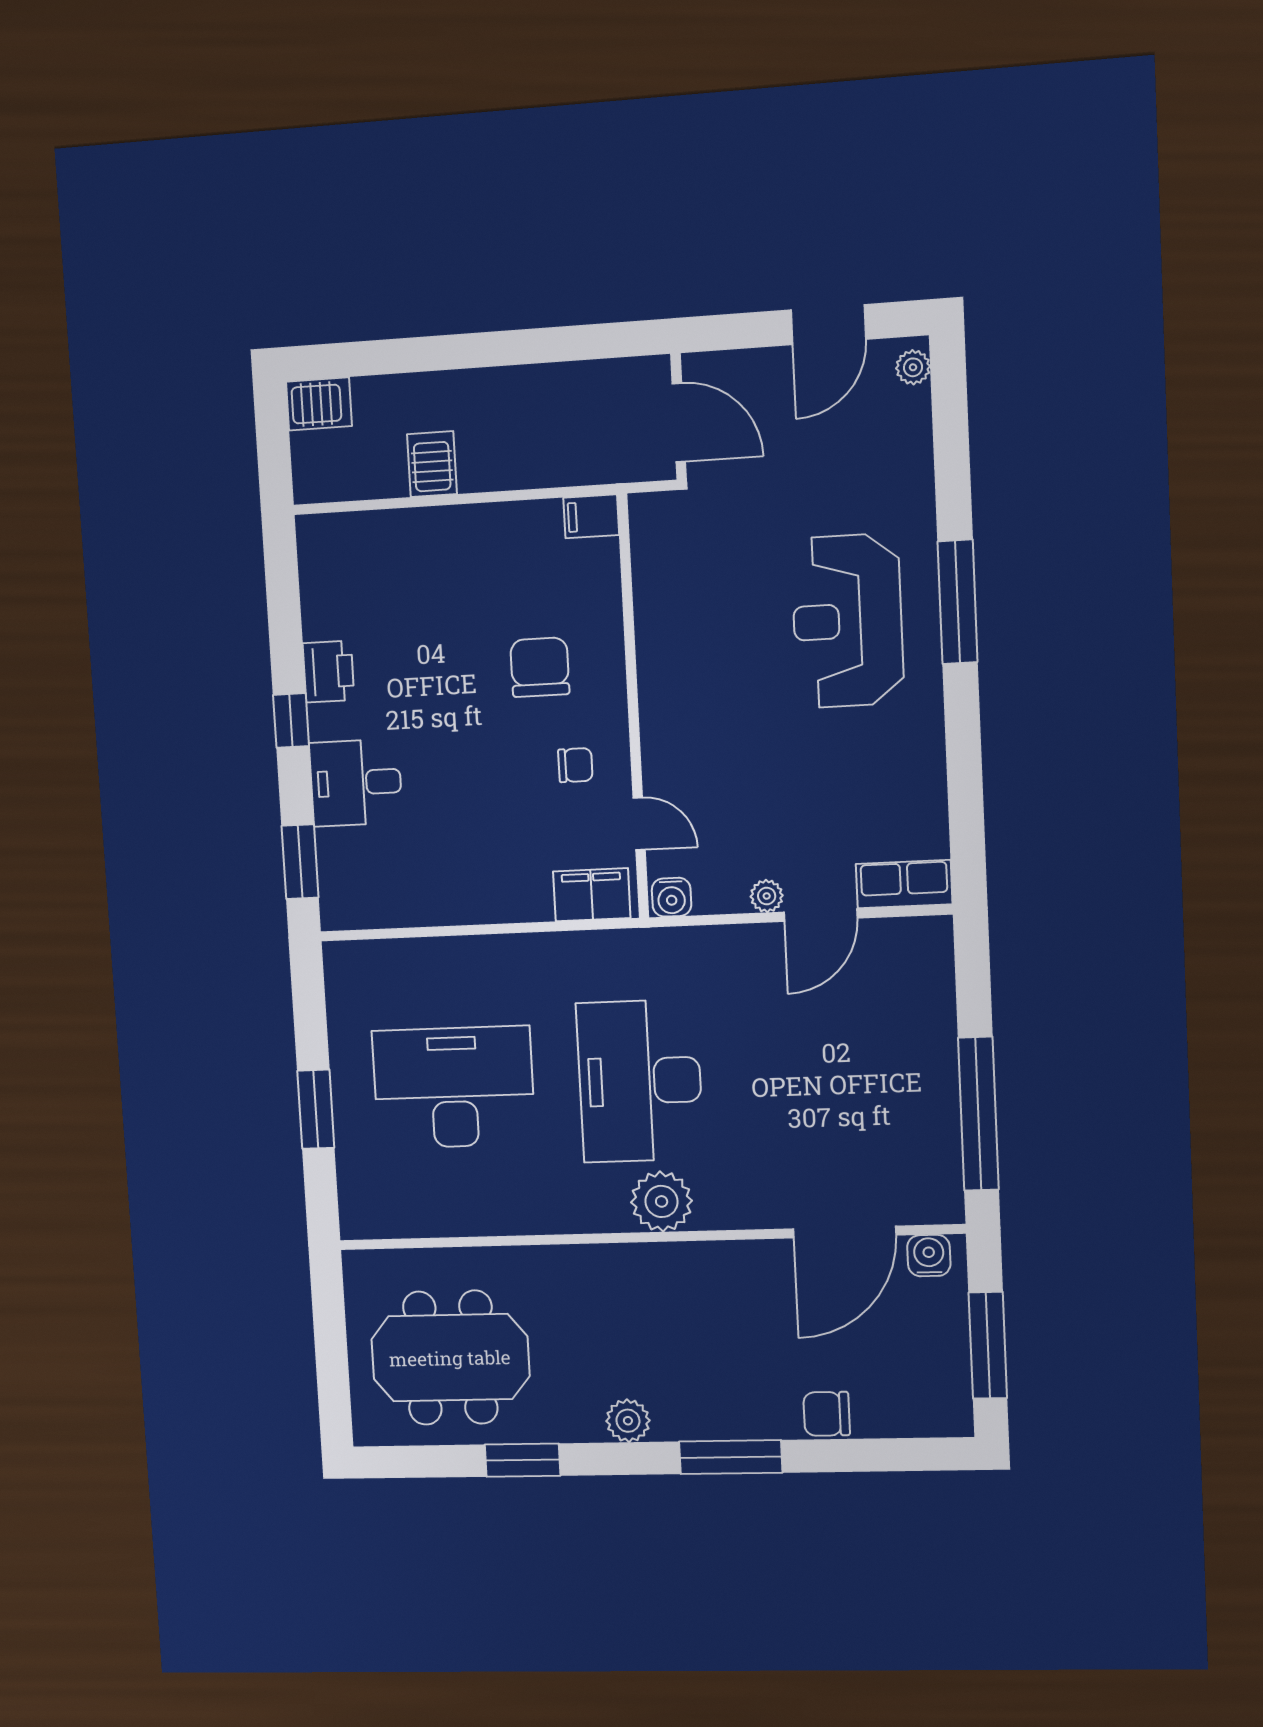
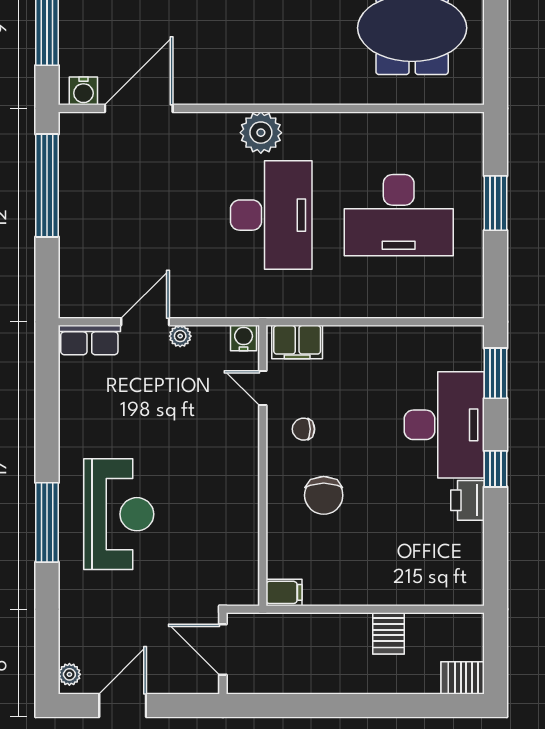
desk: (356, 783) -> (444, 425), width x1.87, depth x1.30

